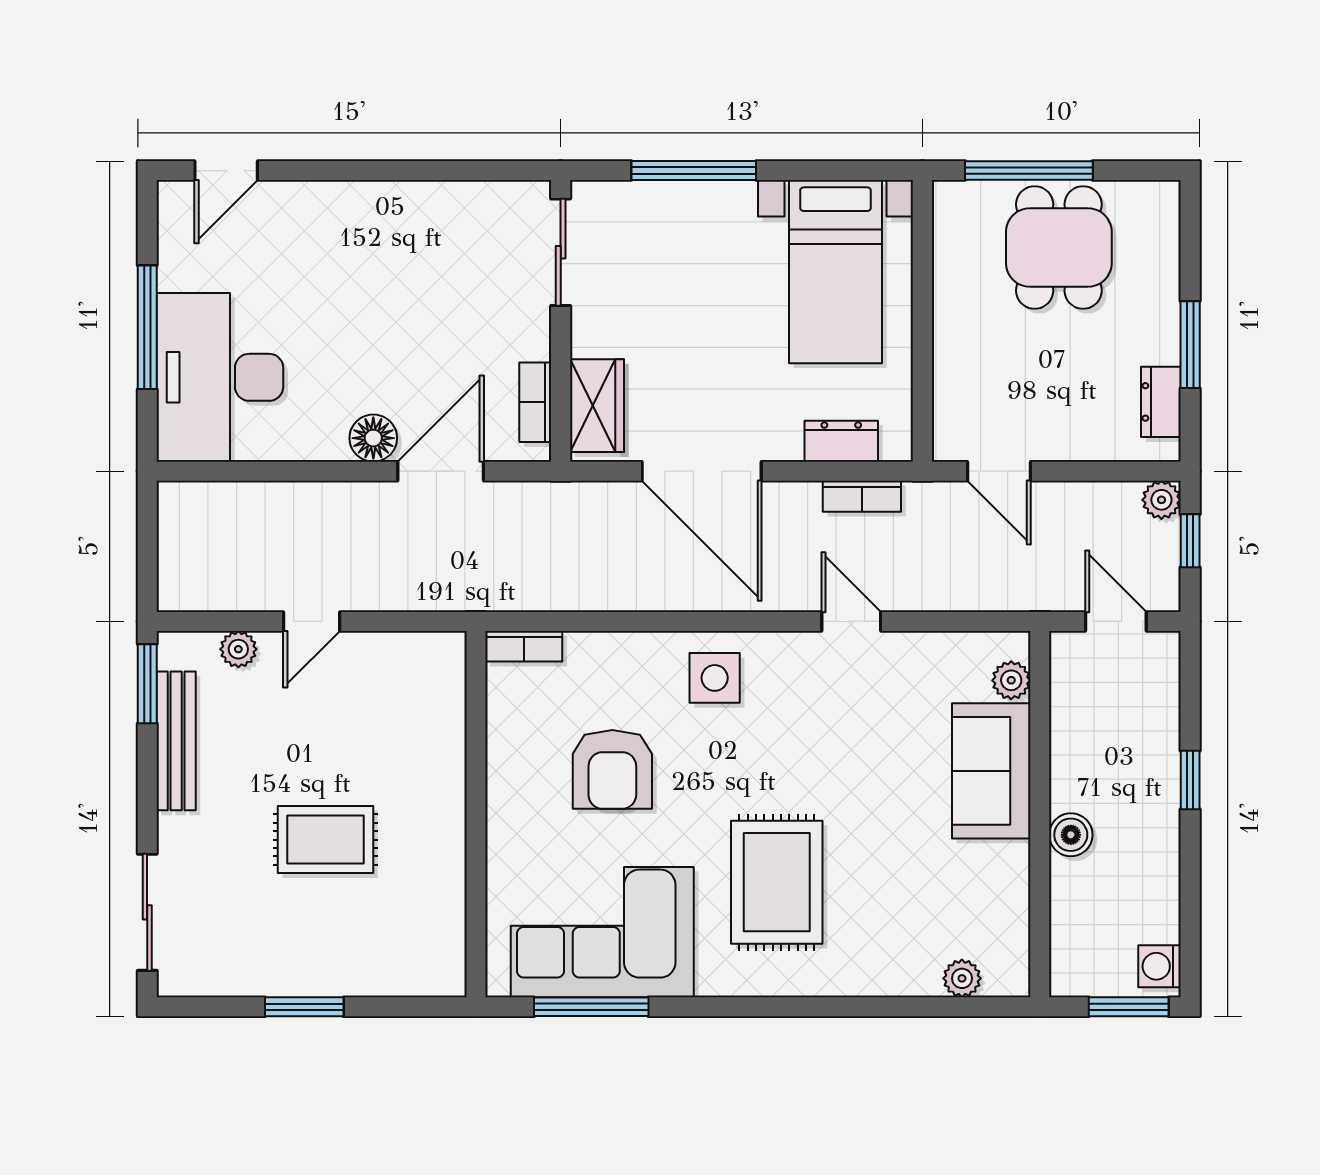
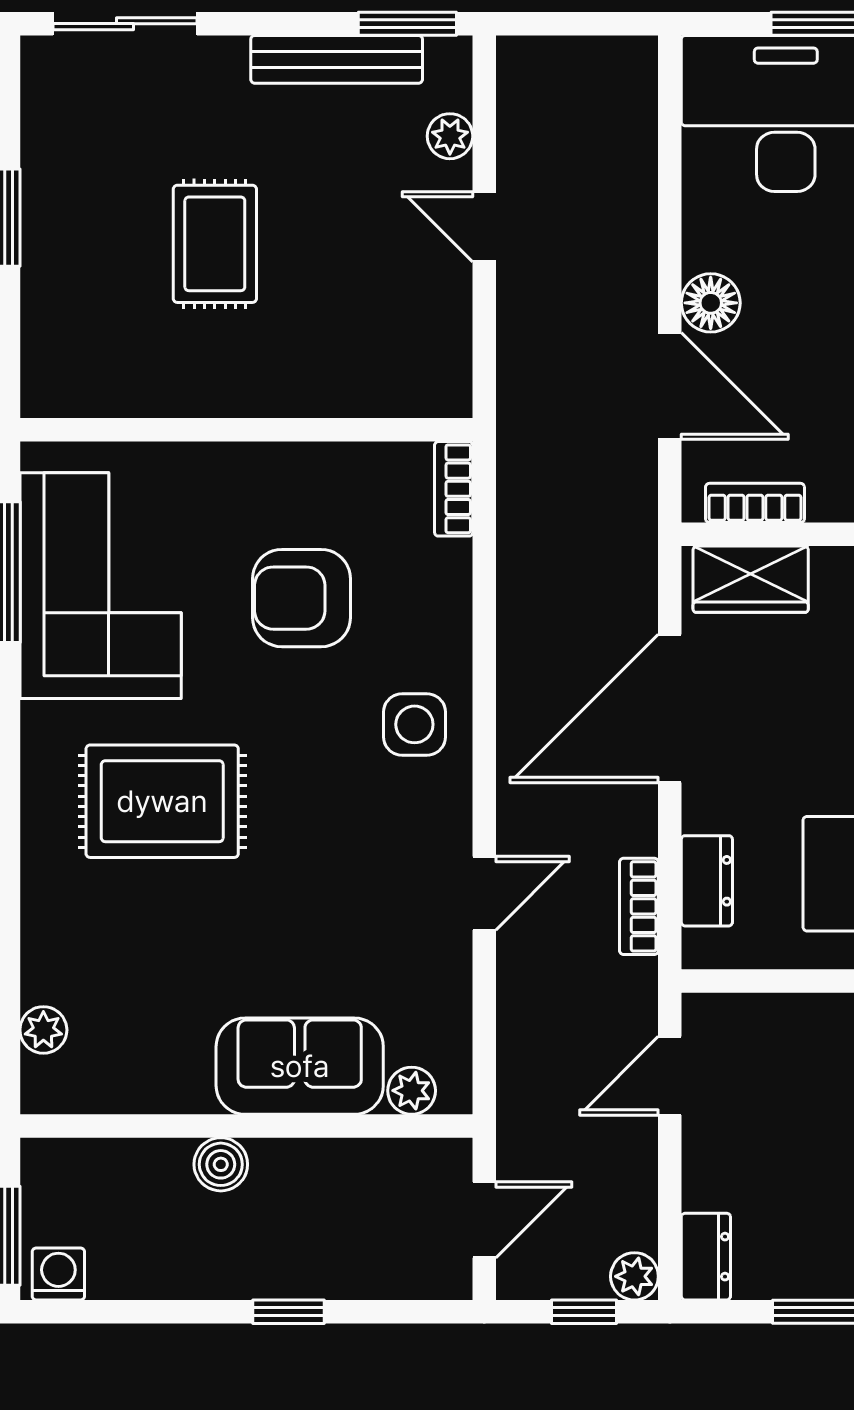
dresser: (1161, 402) -> (706, 1257), moved, turned 90

